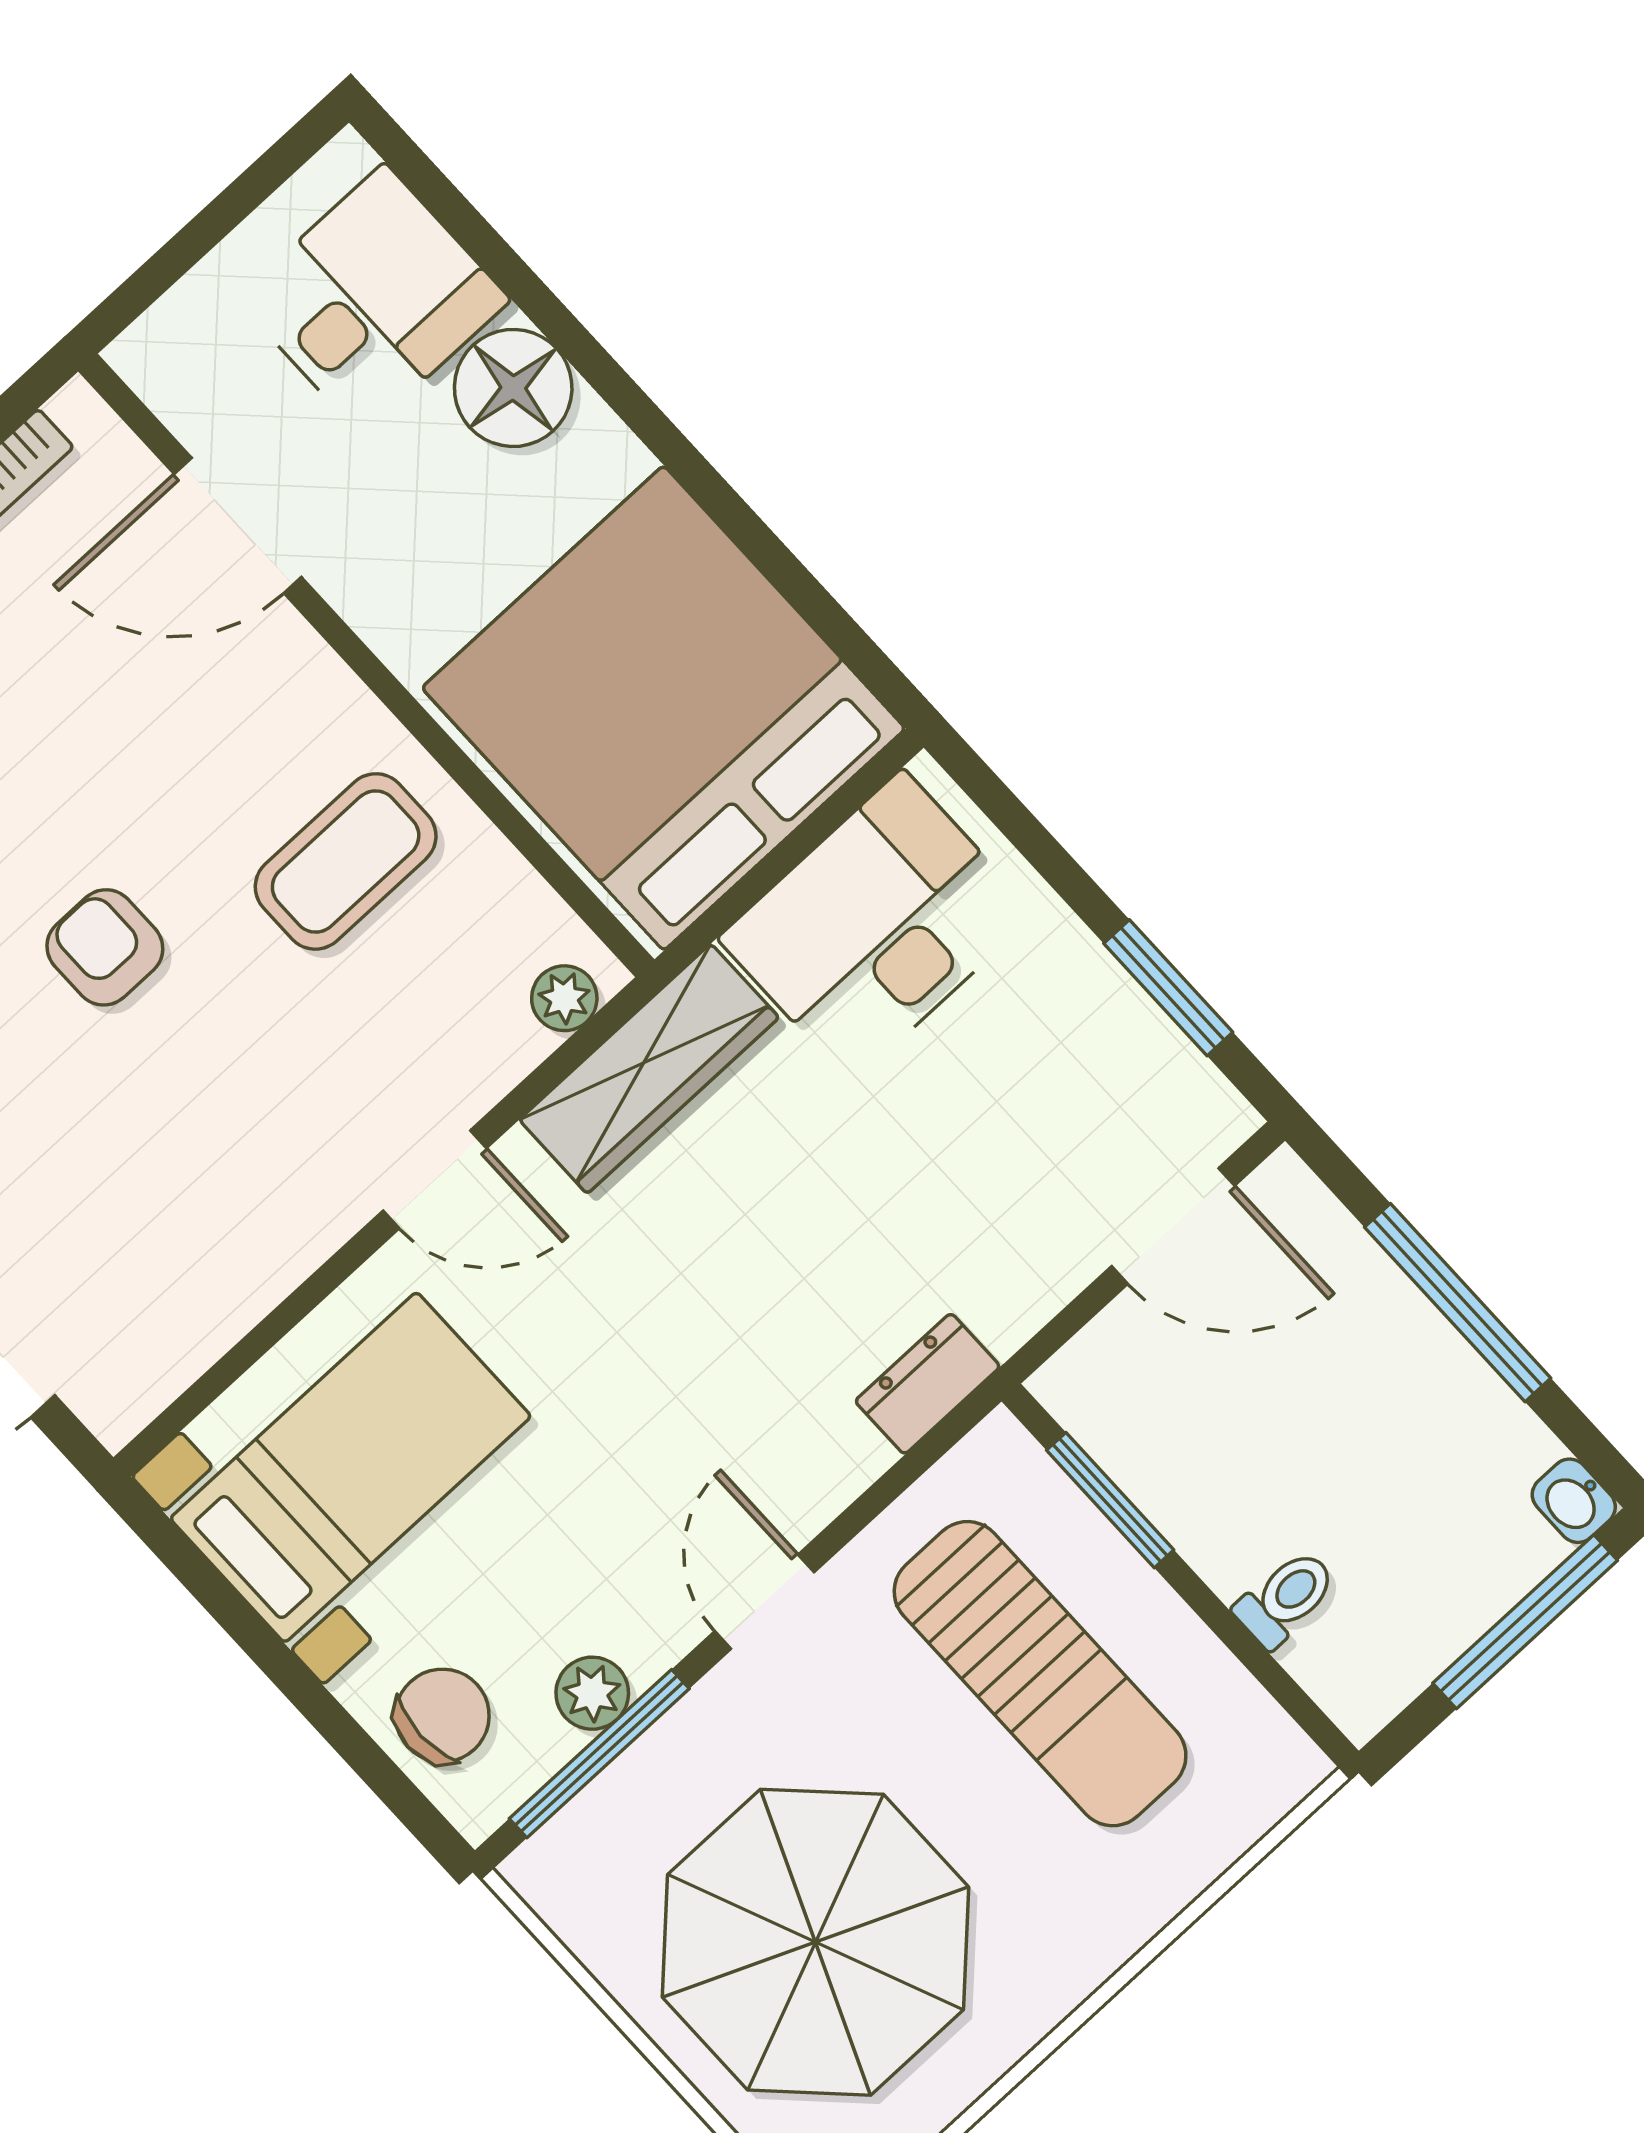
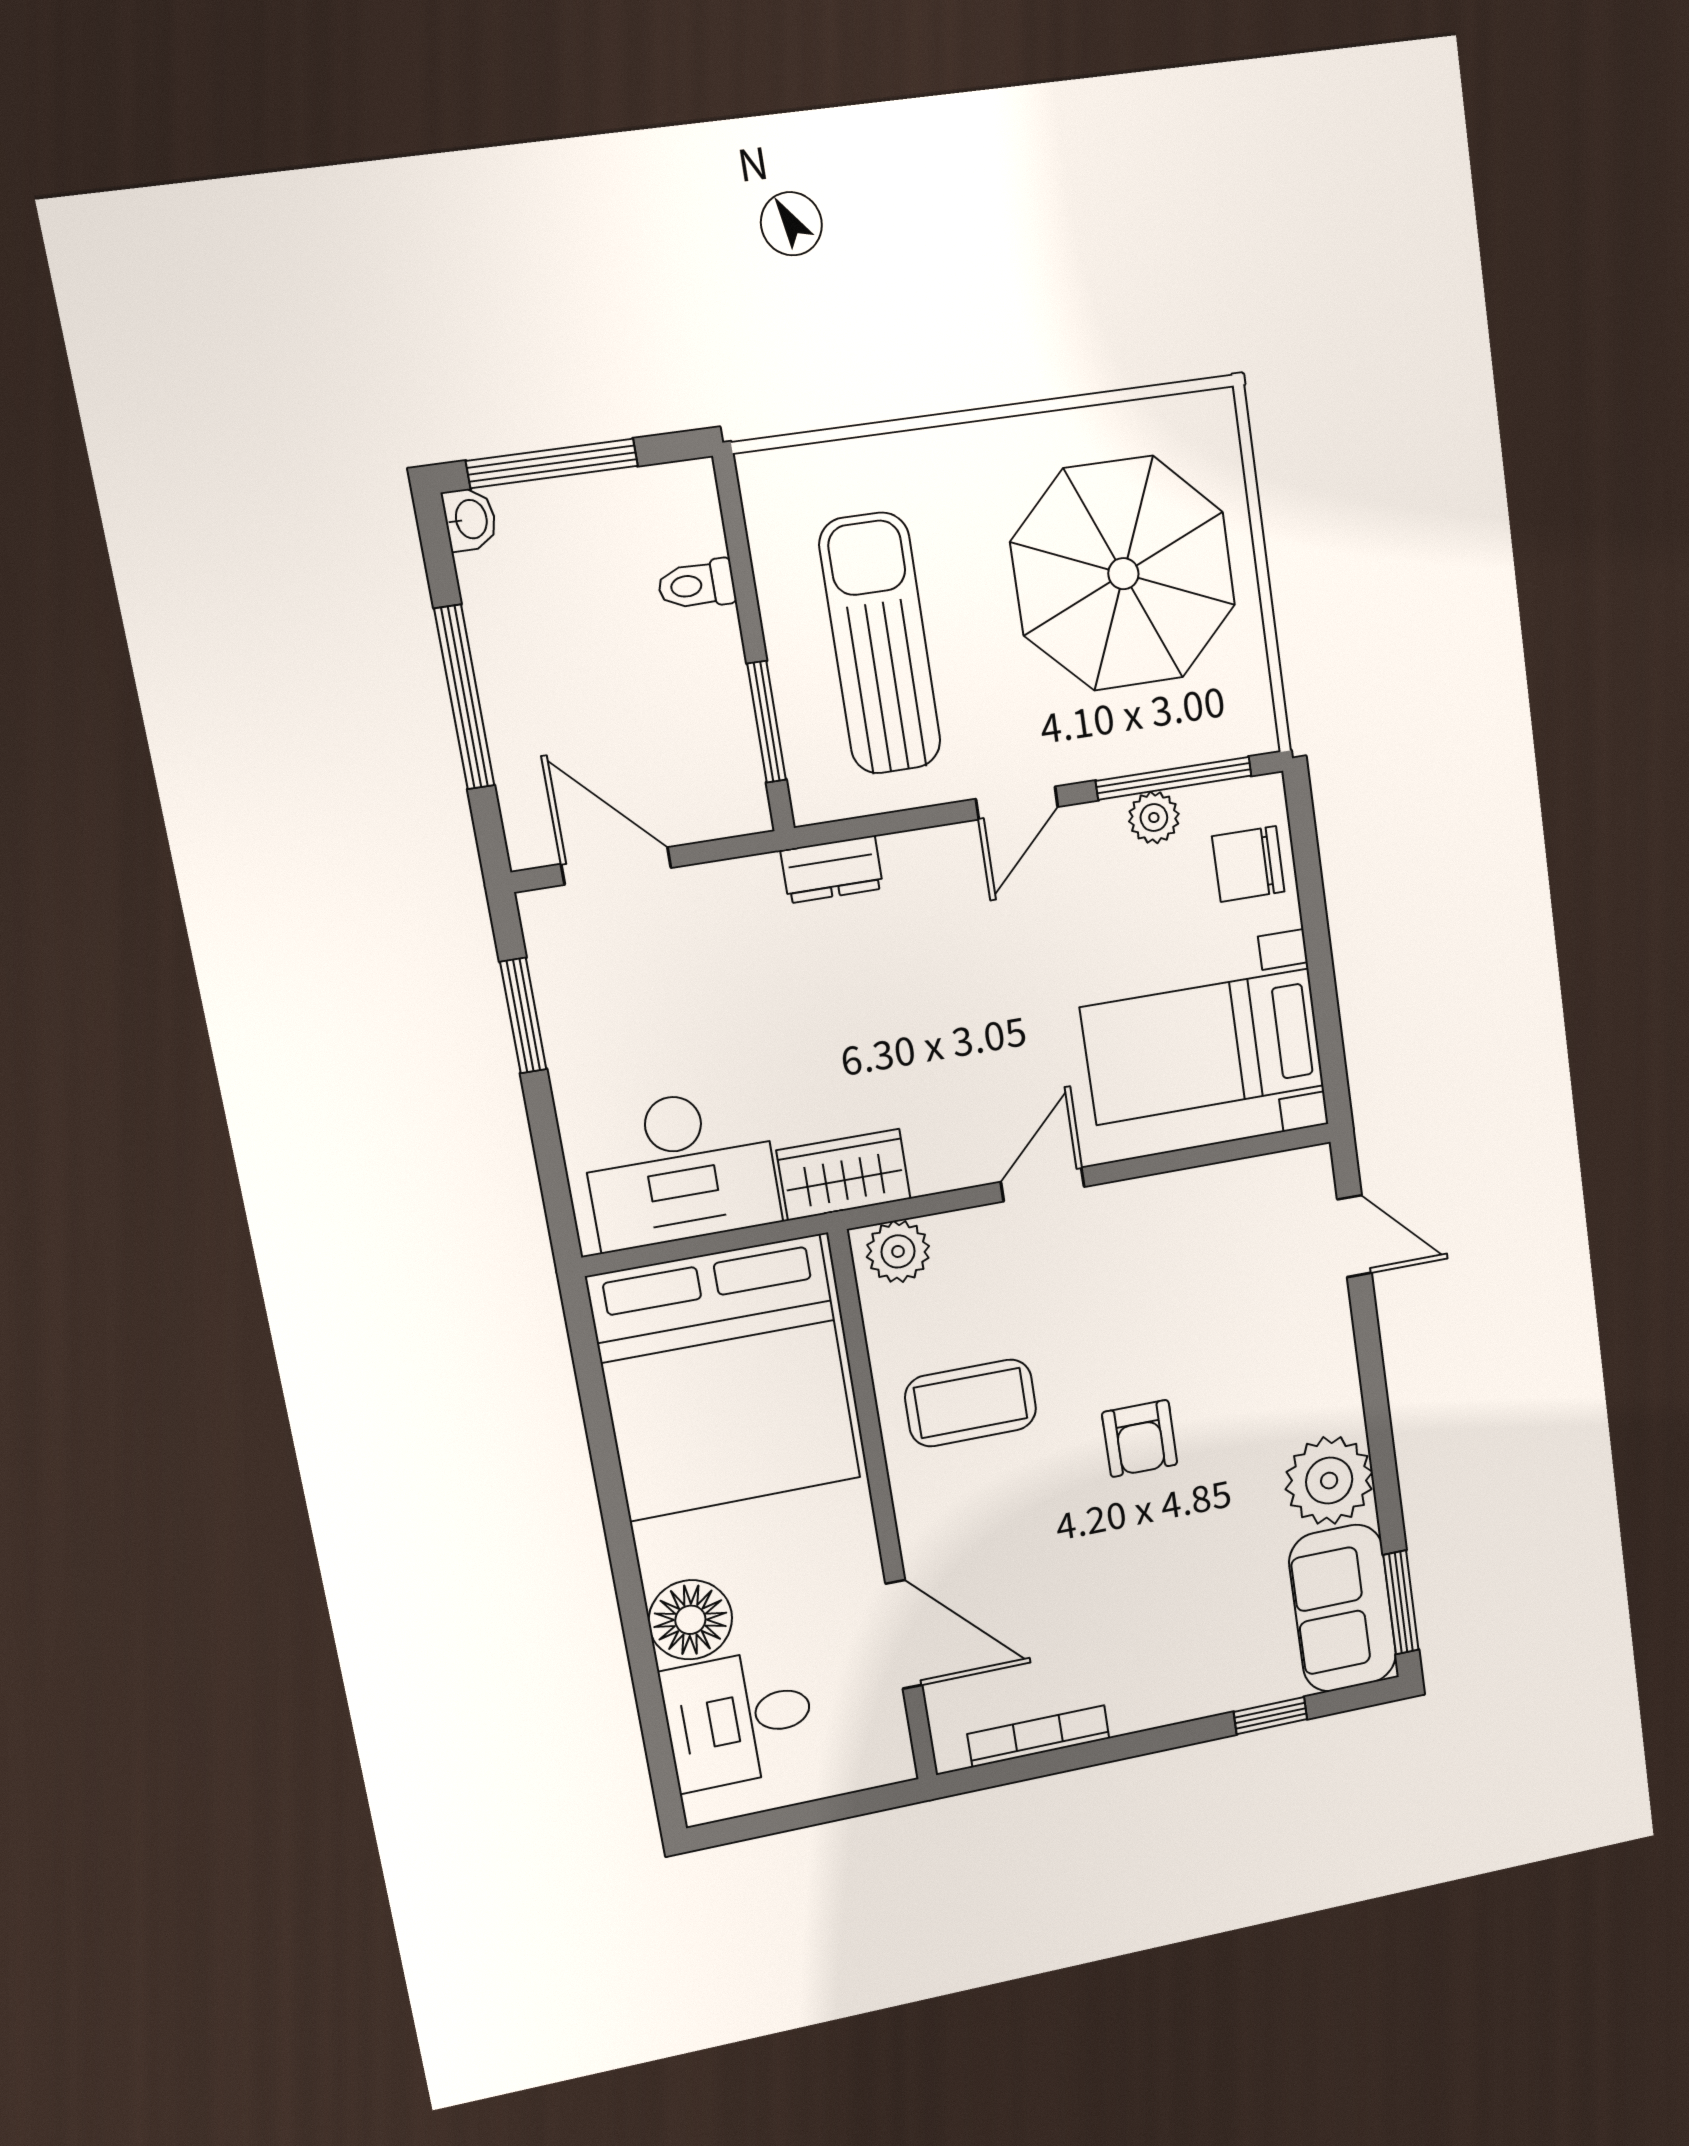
plant: (564, 998) -> (898, 1251), width x1.38, depth x1.38
wardrobe: (649, 1069) -> (844, 1175), width x0.67
door: (435, 1179) -> (1043, 1184), hinge flipped

